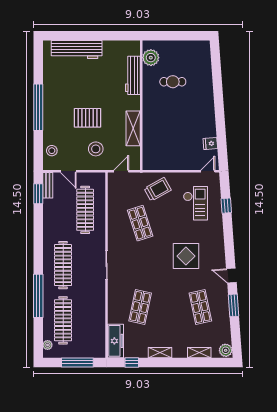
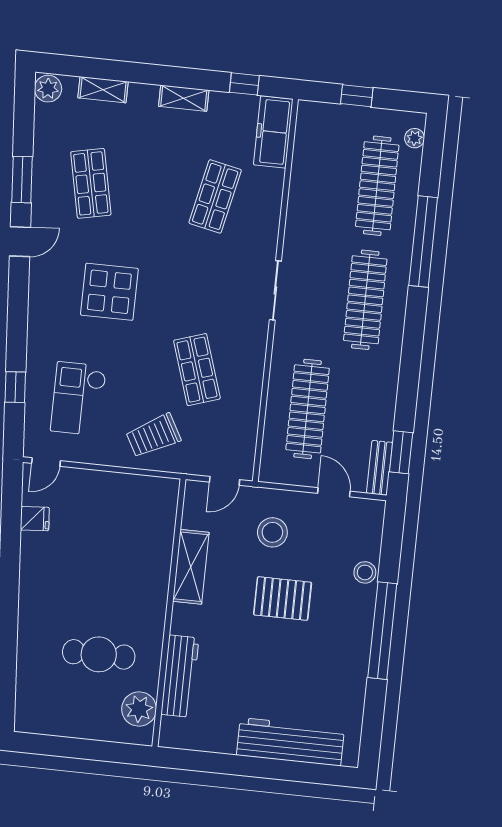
cafe table: (173, 82) -> (99, 654), width x1.37, depth x1.35
stool: (52, 151) -> (365, 572), moved
door: (231, 276) -> (20, 242), hinge flipped
window: (77, 362) -> (357, 96), width x0.46

